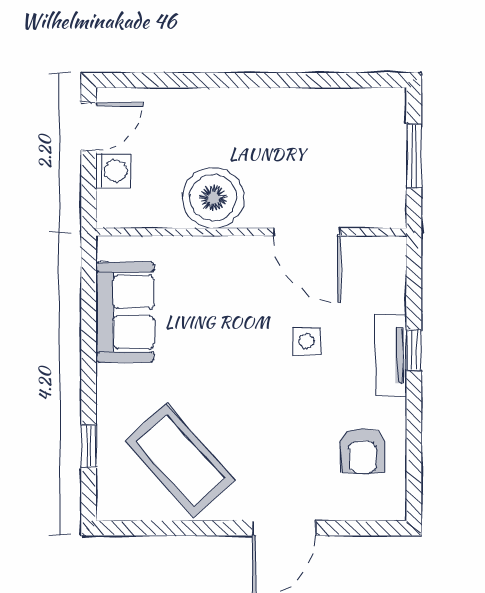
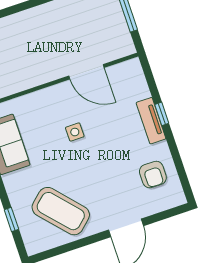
boiler: (213, 198) -> (32, 70), removed
side table: (306, 341) -> (75, 132), moved

